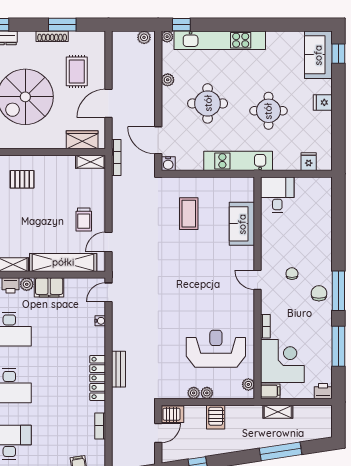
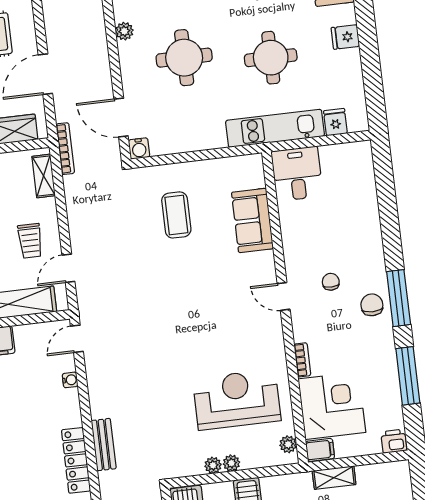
kitchen unit: (238, 161) -> (275, 128), moved
shelving: (91, 162) -> (44, 176), moved, turned 90

